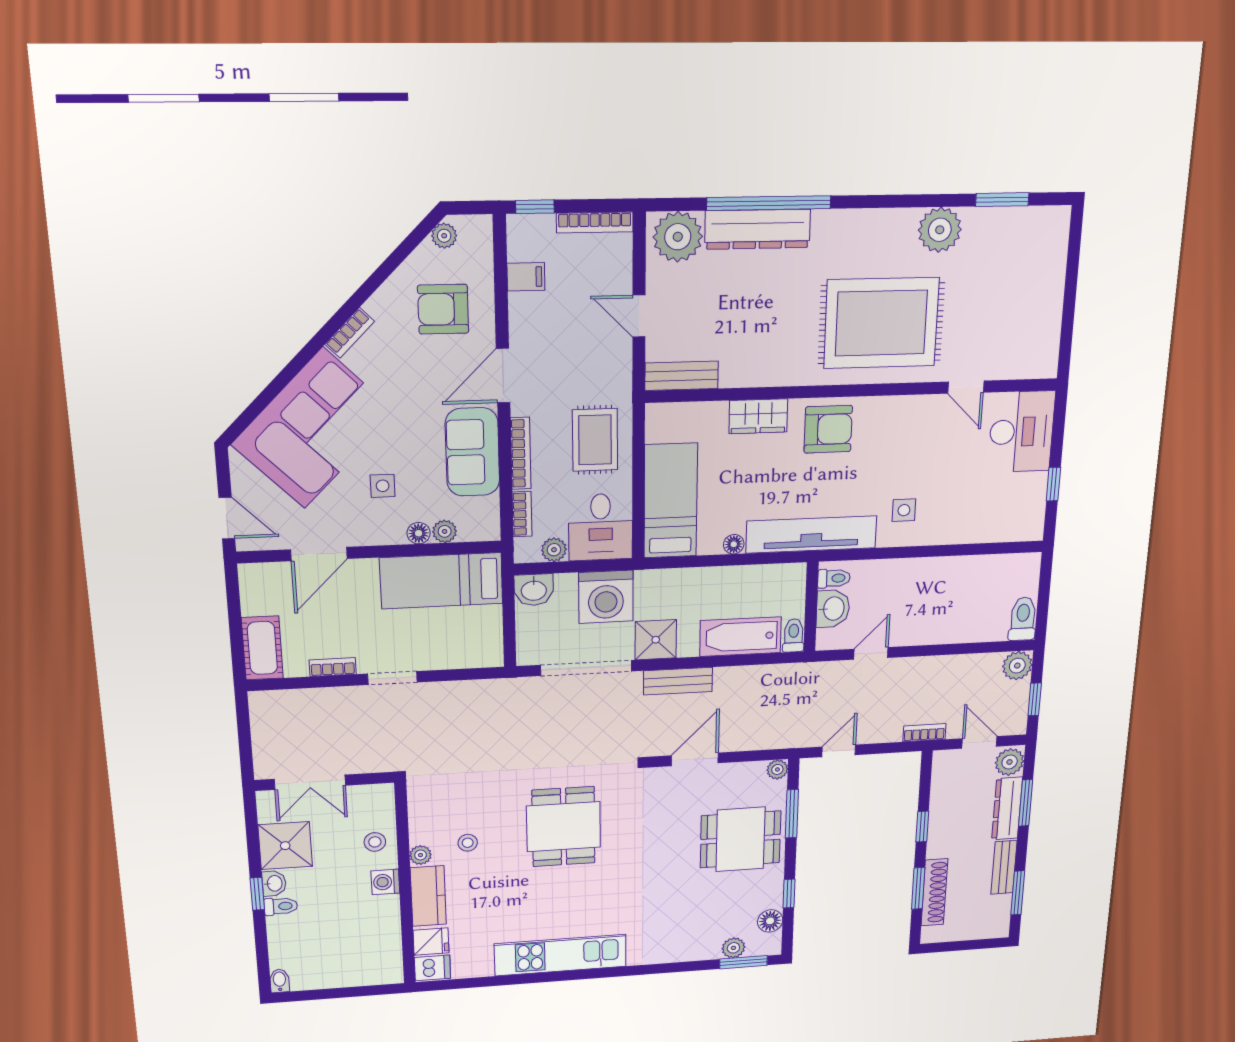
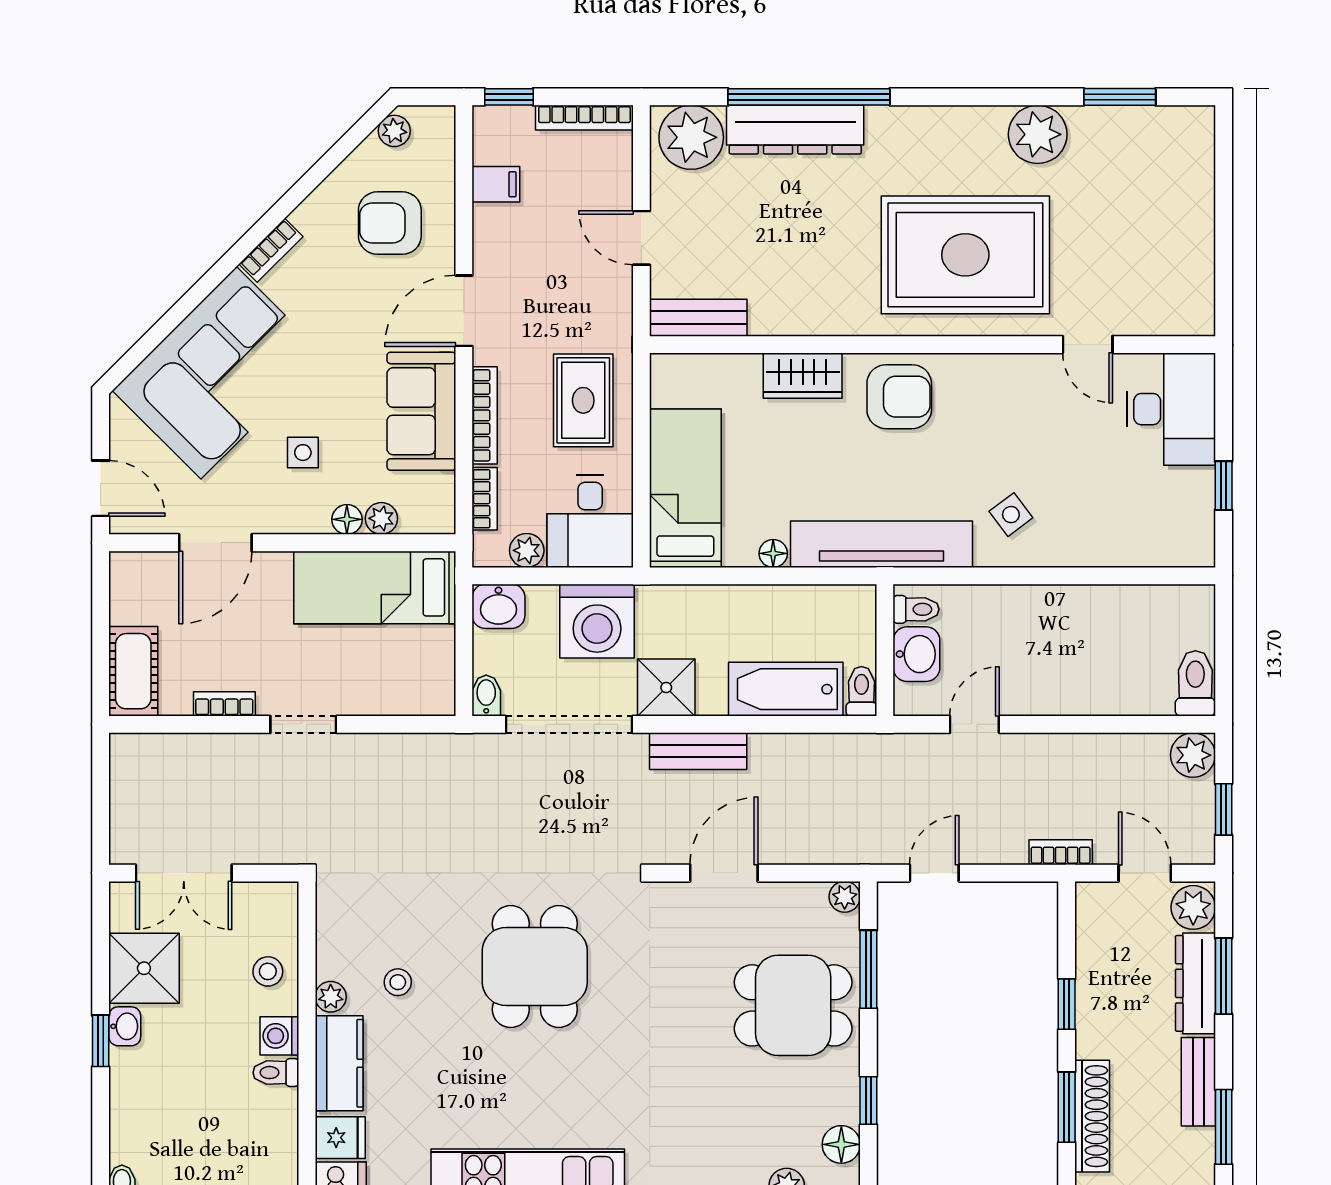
side table: (904, 510) -> (1011, 515), turned -37
bidet: (526, 652) -> (486, 695), added
toilet: (281, 906) -> (276, 1073), moved, turned 180

